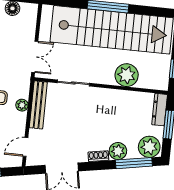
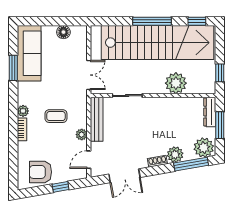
window: (156, 11) -> (197, 21), added
plant: (22, 105) -> (82, 135), moved

